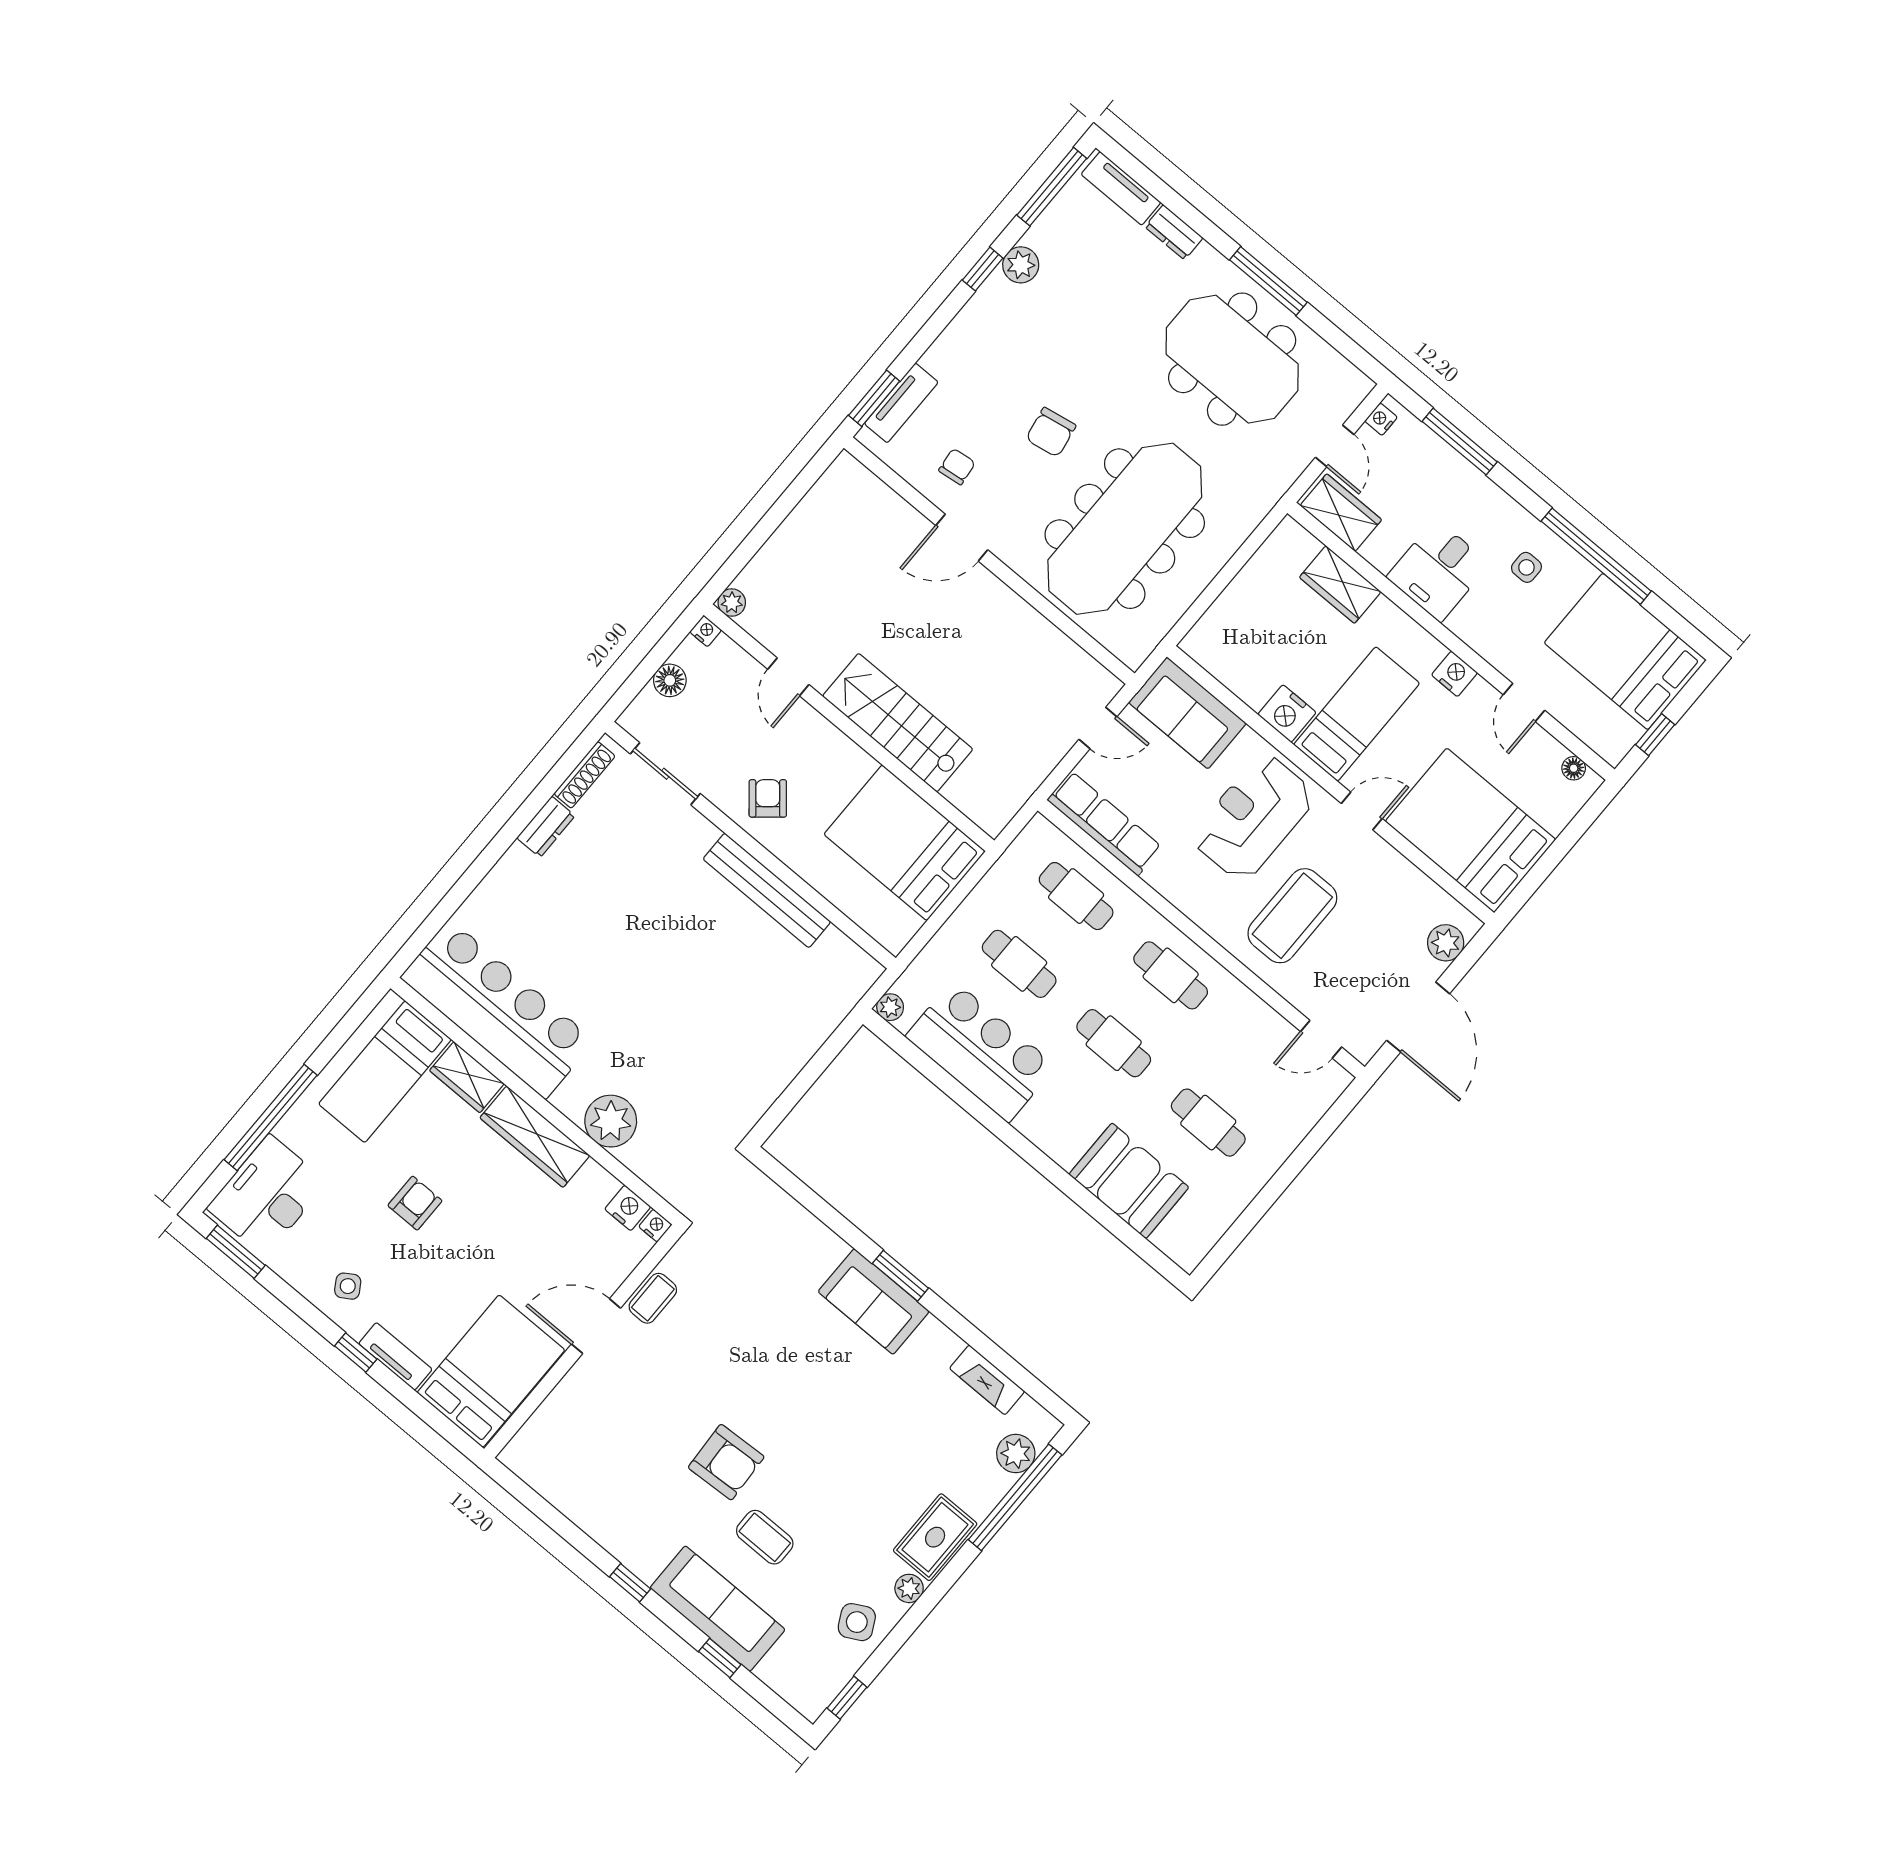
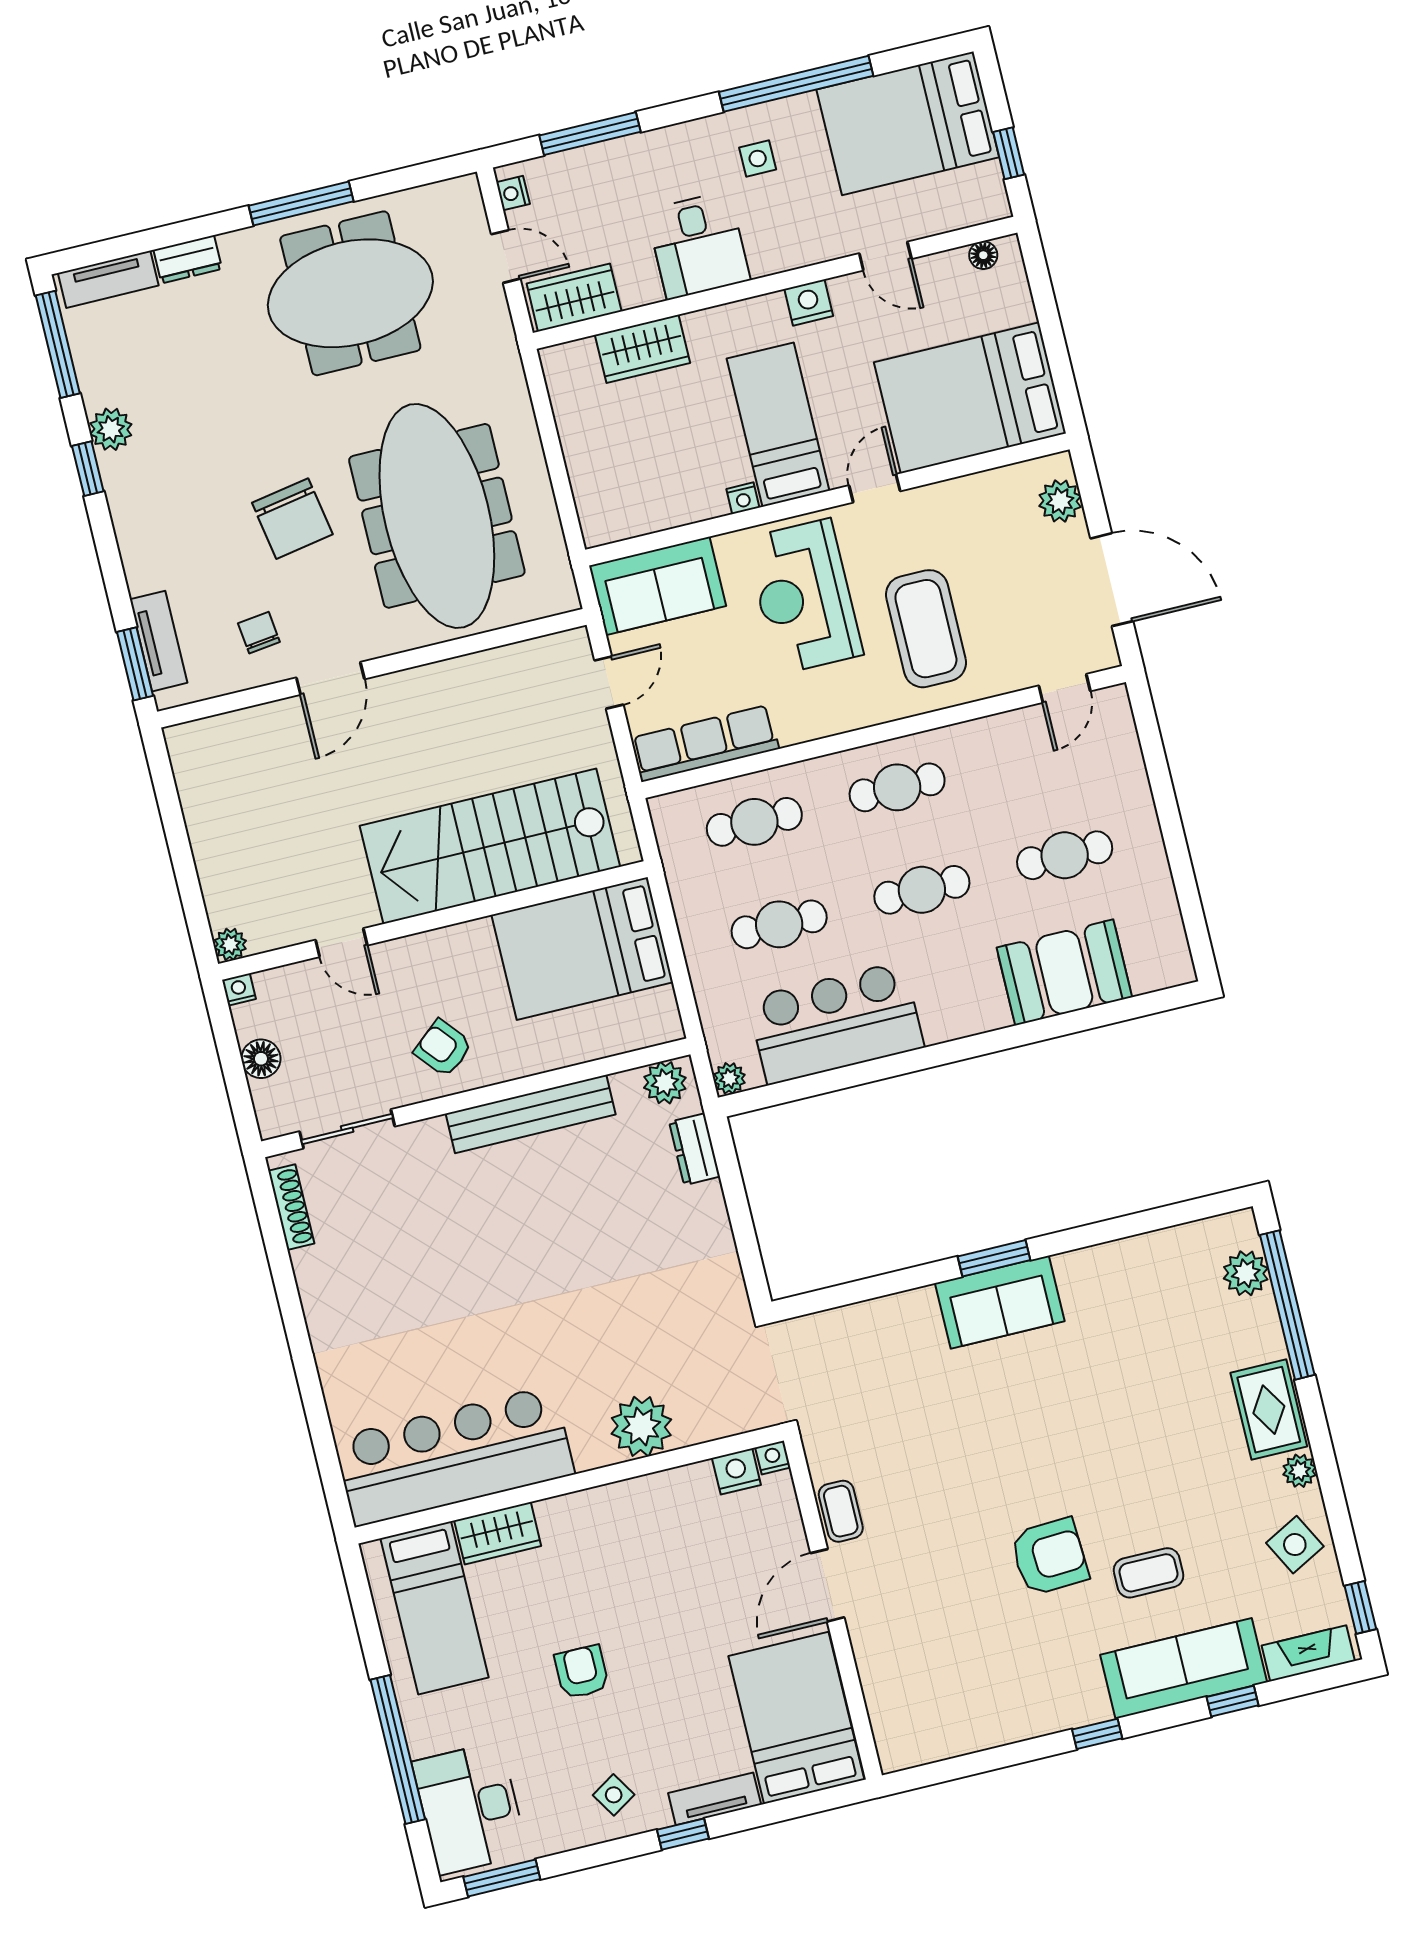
chair: (1051, 432) -> (292, 519), width x1.37, depth x1.37
nightstand: (1287, 713) -> (743, 498), width x0.53, depth x0.56
stairs: (898, 723) -> (490, 846), width x1.36, depth x1.51
dresser: (546, 827) -> (695, 1149), moved, turned 180
plant: (855, 966) -> (665, 1083), added
wardrobe: (535, 1137) -> (603, 1510), removed
fireplace: (987, 1380) -> (1308, 1653), moved, turned 180

